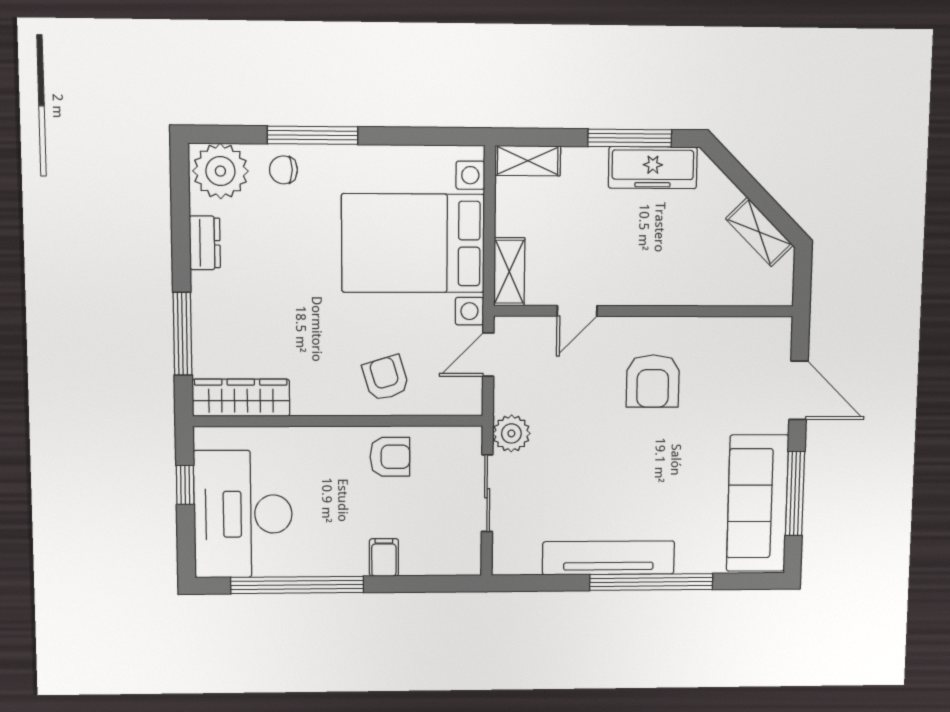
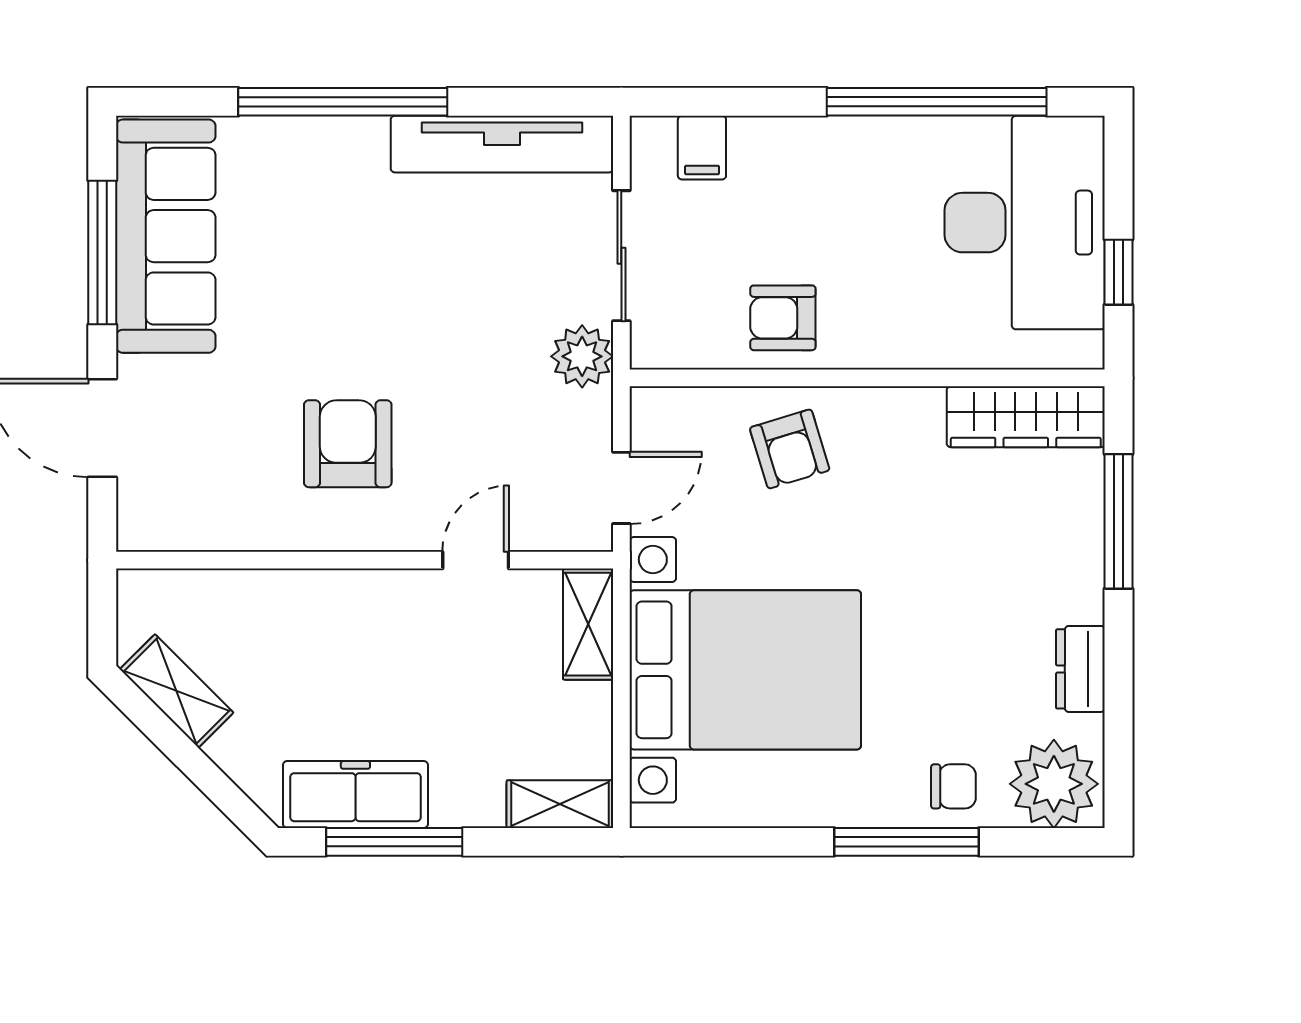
filing cabinet: (384, 557) -> (702, 148), moved
tv unit: (608, 558) -> (502, 144), moved

